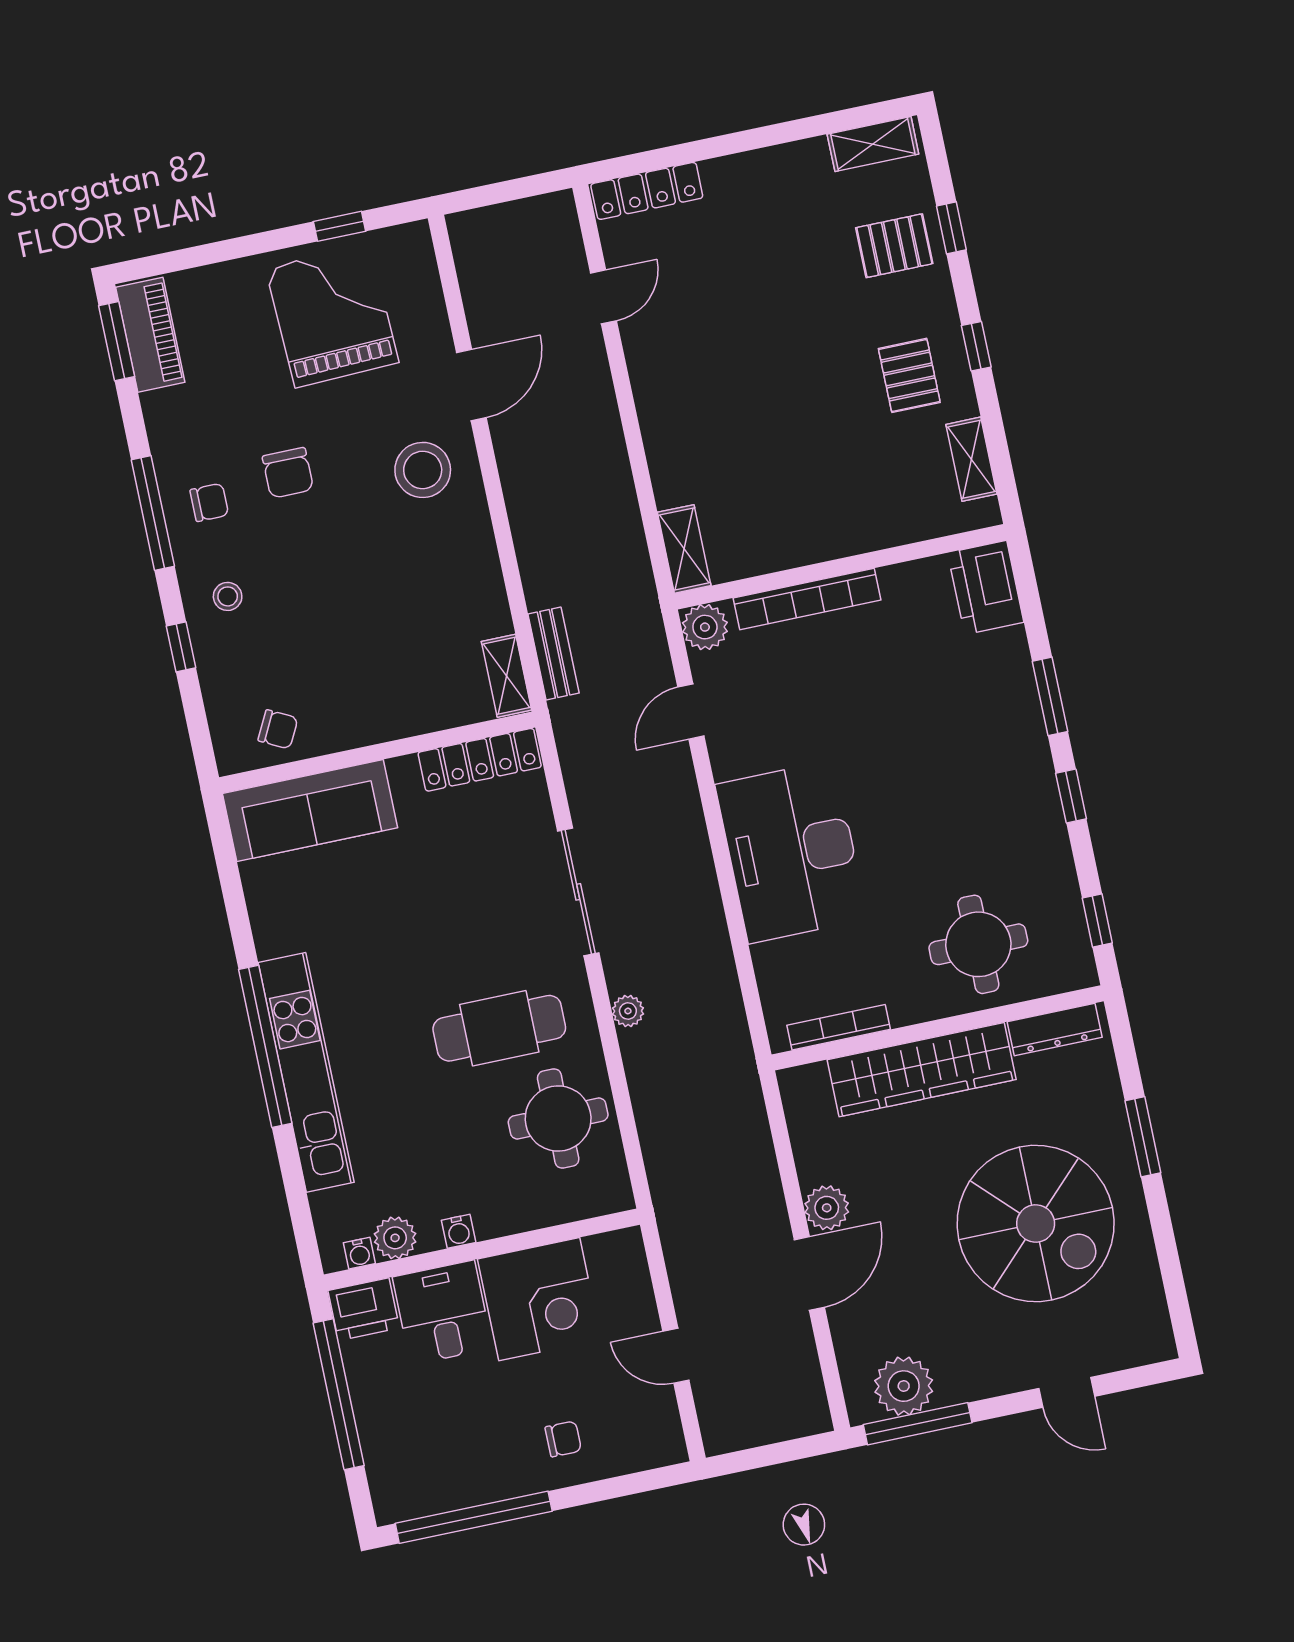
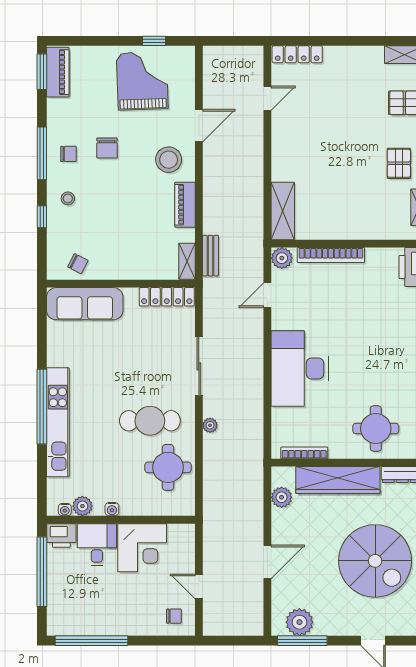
shelving: (684, 549) -> (283, 211), width x1.50, depth x1.33
piano: (477, 558) -> (185, 205), added
plant: (827, 1208) -> (282, 497), moved
chair: (563, 1439) -> (174, 616), moved

